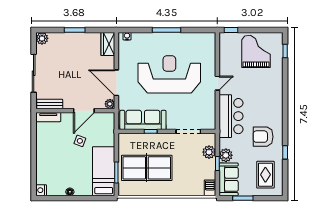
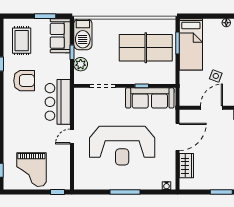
wardrobe: (108, 44) -> (186, 166), moved
door: (116, 83) -> (177, 137), hinge flipped
plant: (110, 104) -> (184, 115), removed
plant: (226, 155) -> (63, 61), removed
barbecue: (210, 188) -> (83, 34), width x1.88, depth x1.53

